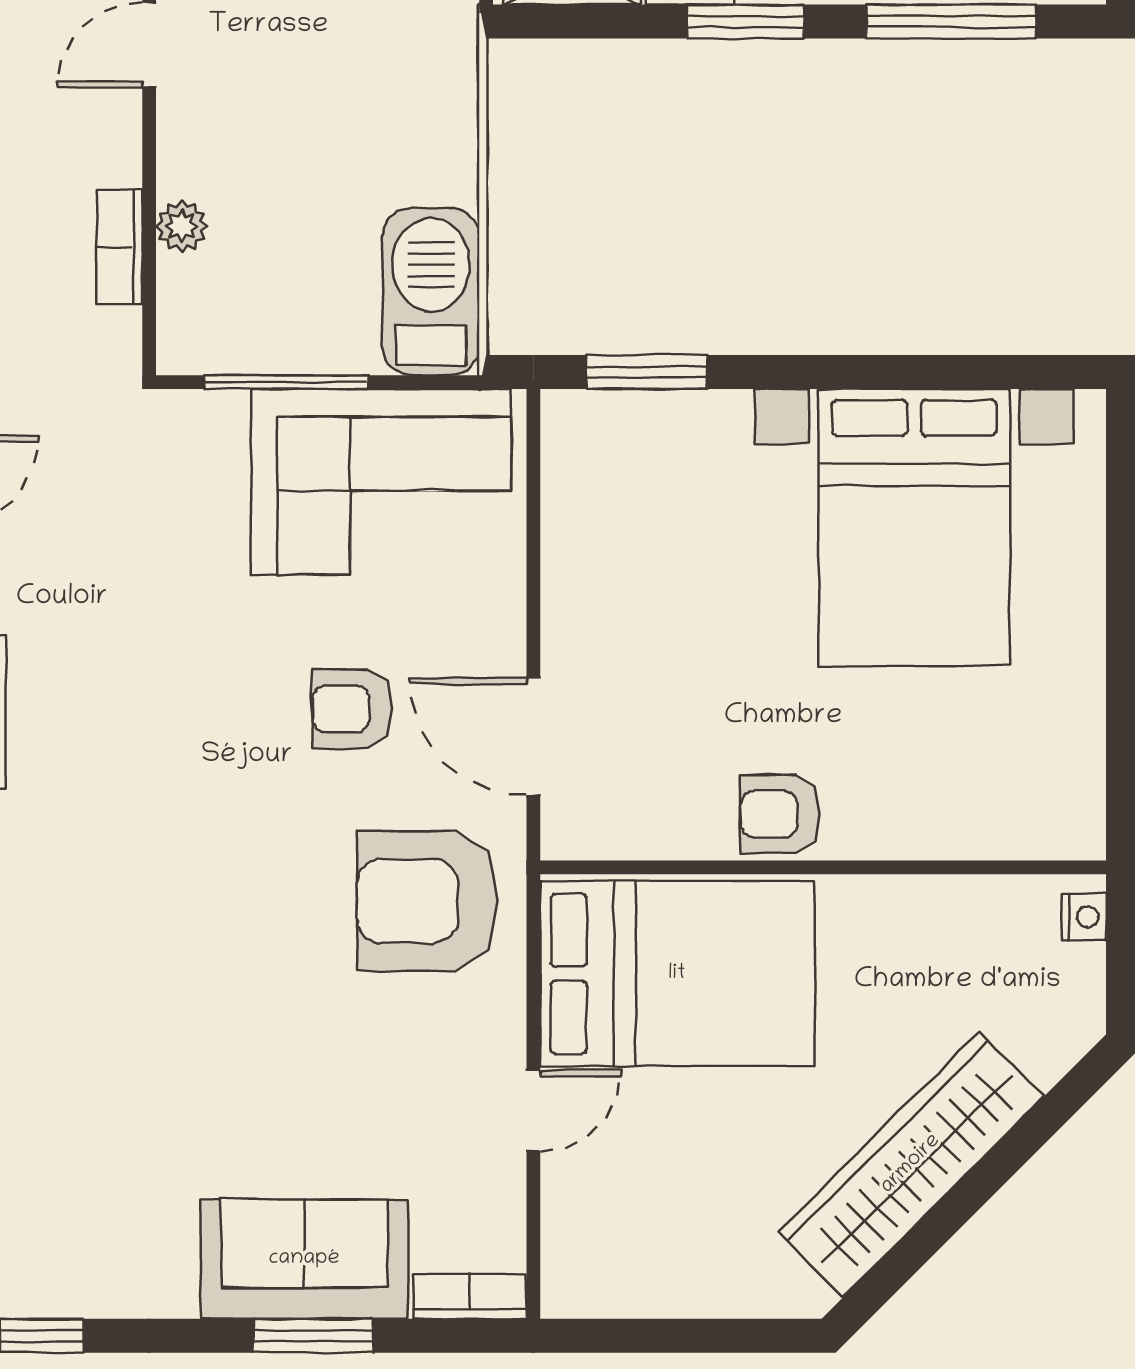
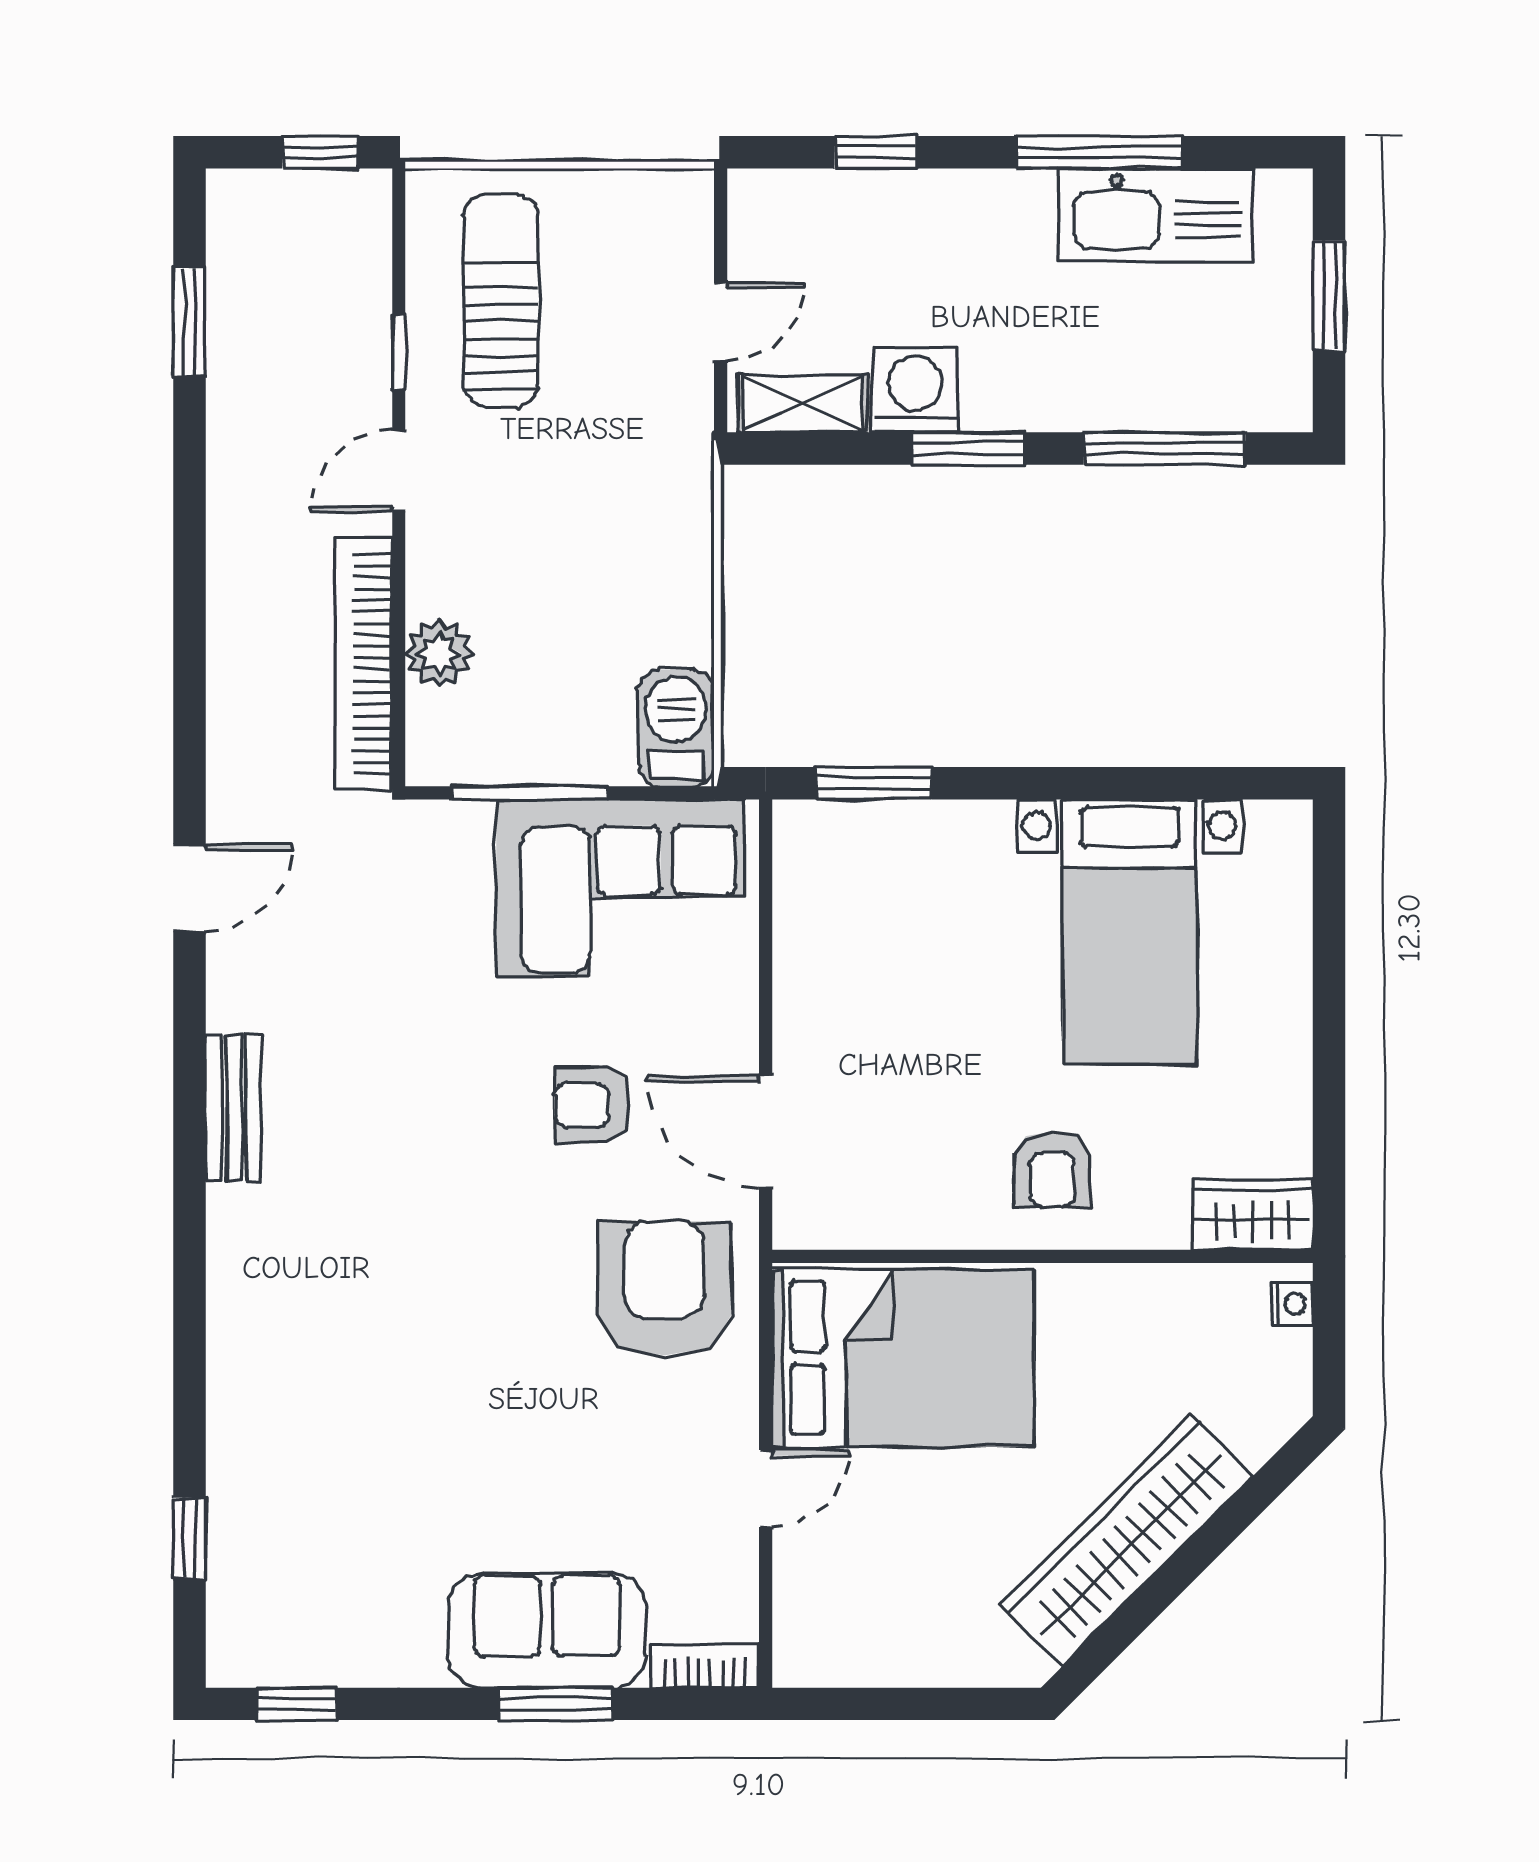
plant: (182, 226) -> (439, 653), width x1.38, depth x1.38
bookcase: (119, 247) -> (364, 664), width x2.31, depth x1.31
barbecue: (431, 292) -> (676, 728), width x0.73, depth x0.83
bed with nightstands: (914, 527) -> (1130, 932), width x0.73
armchair: (780, 814) -> (1052, 1169), moved, turned -90
wardrobe: (1043, 824) -> (1252, 1215), added
armchair: (427, 901) -> (664, 1288), turned 90

